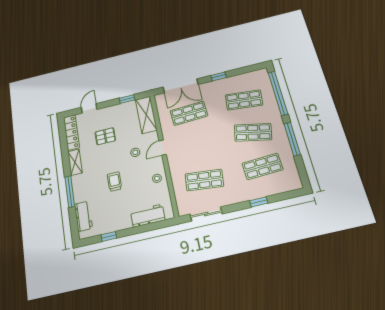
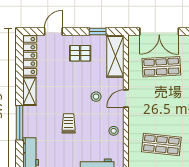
pallet: (105, 136) -> (80, 53), moved

